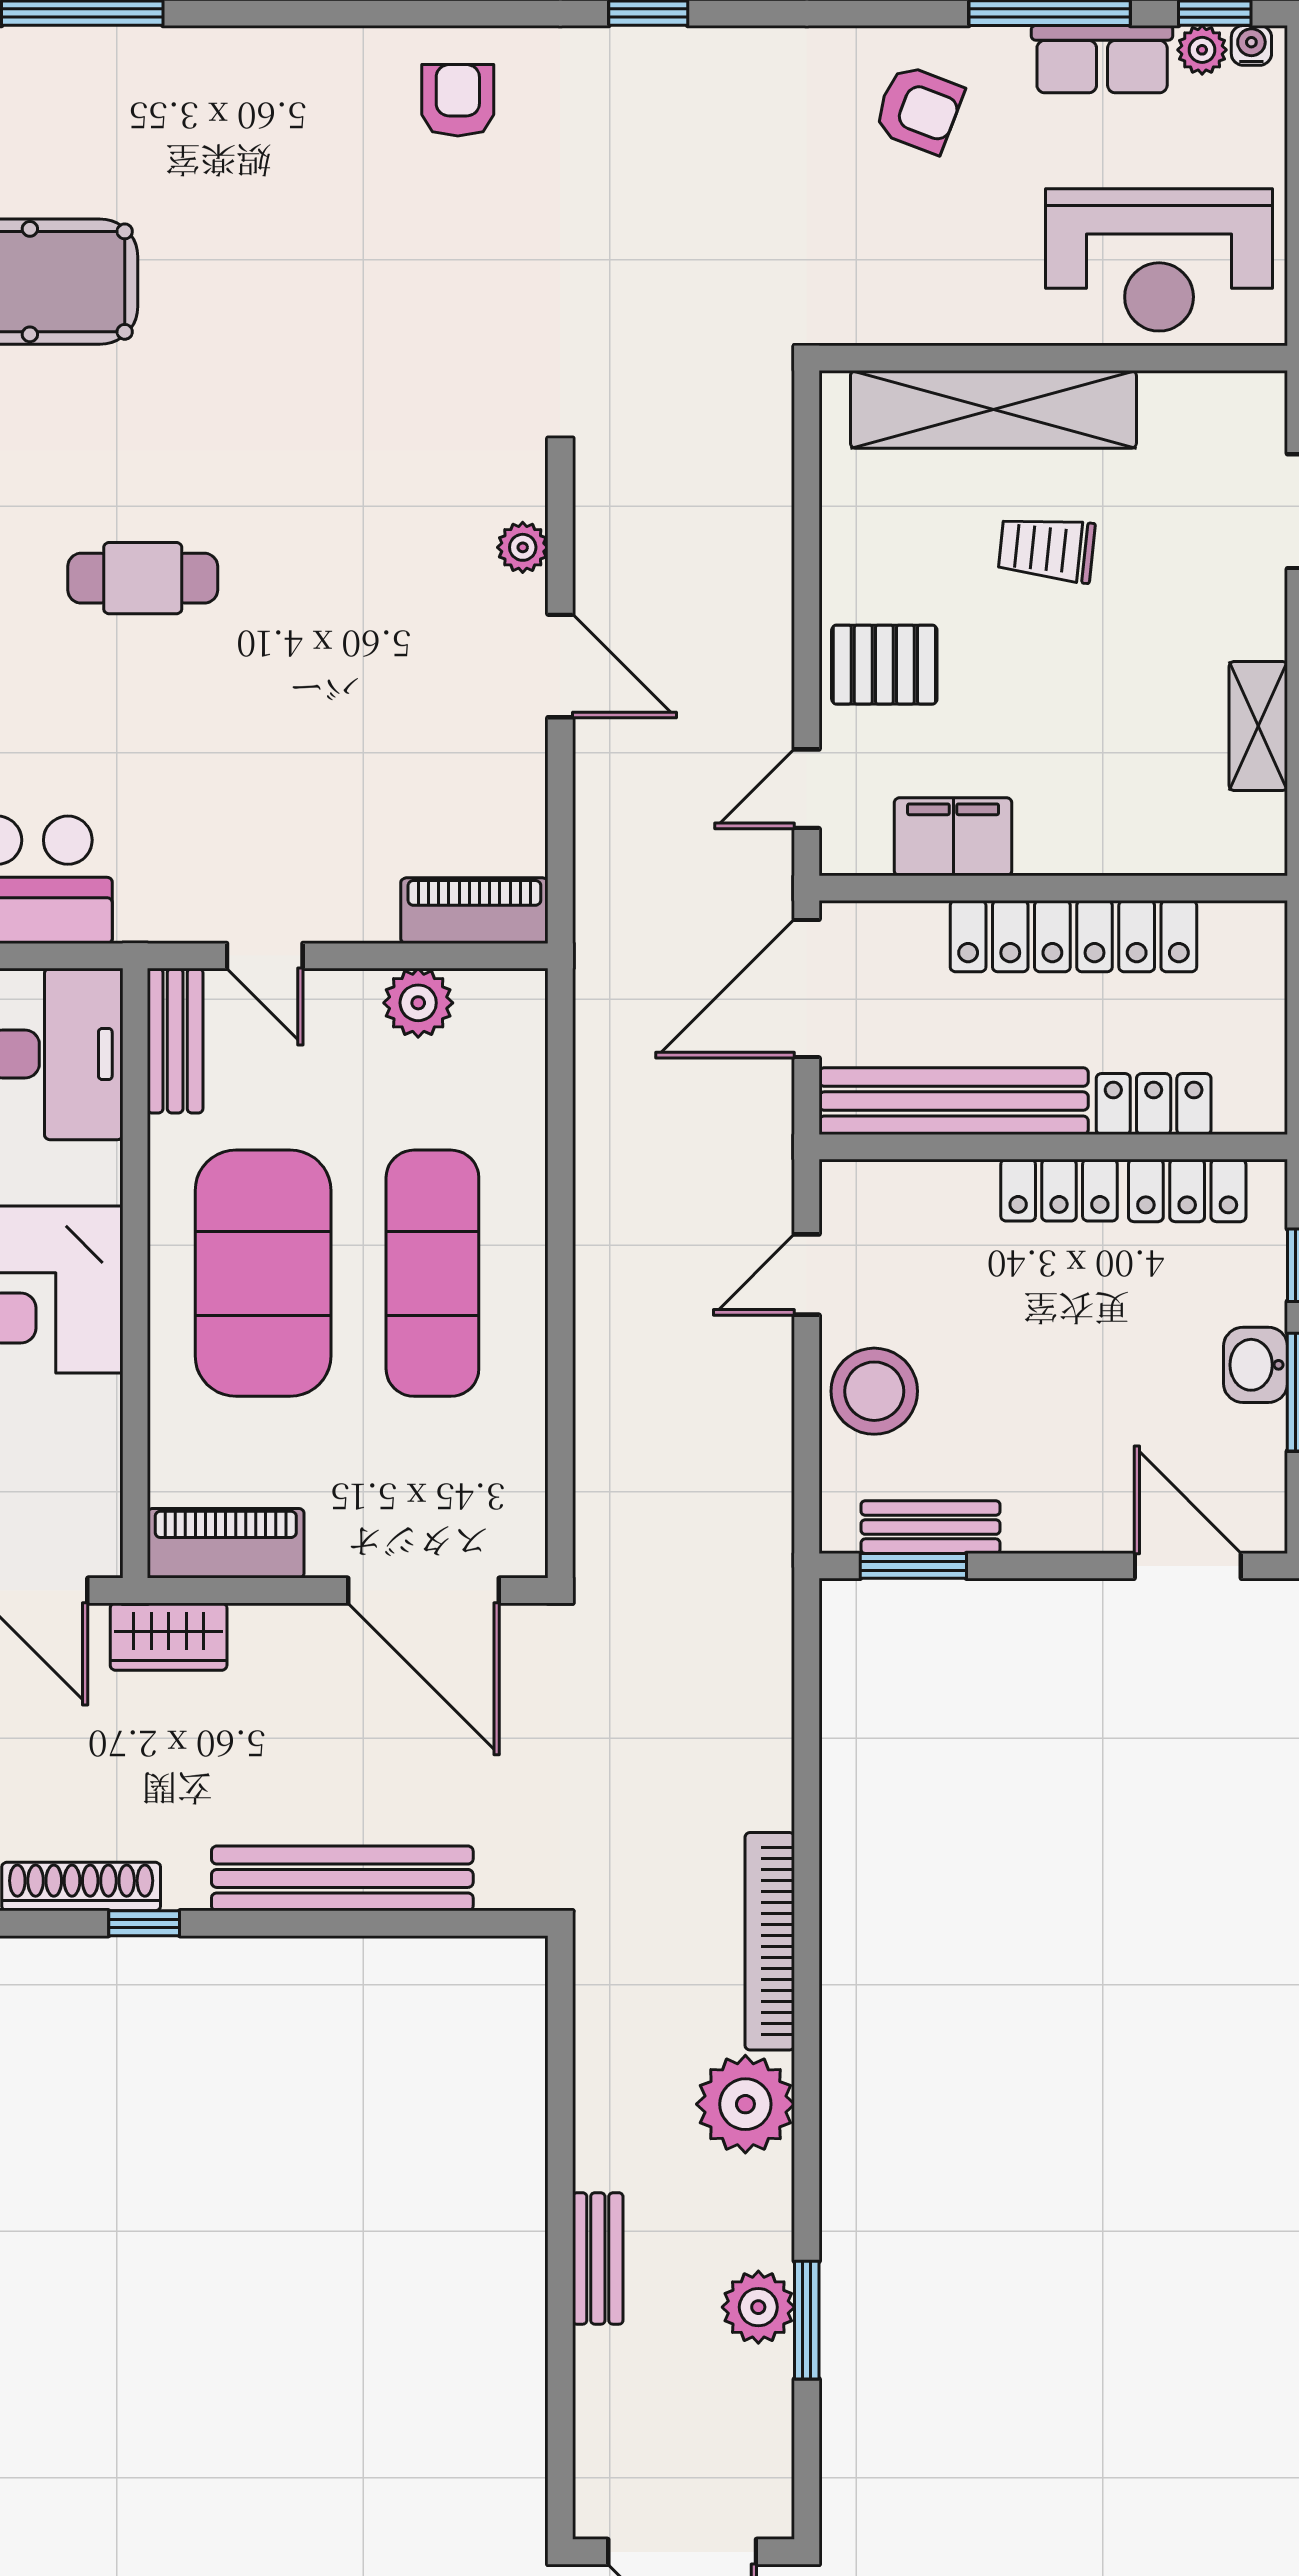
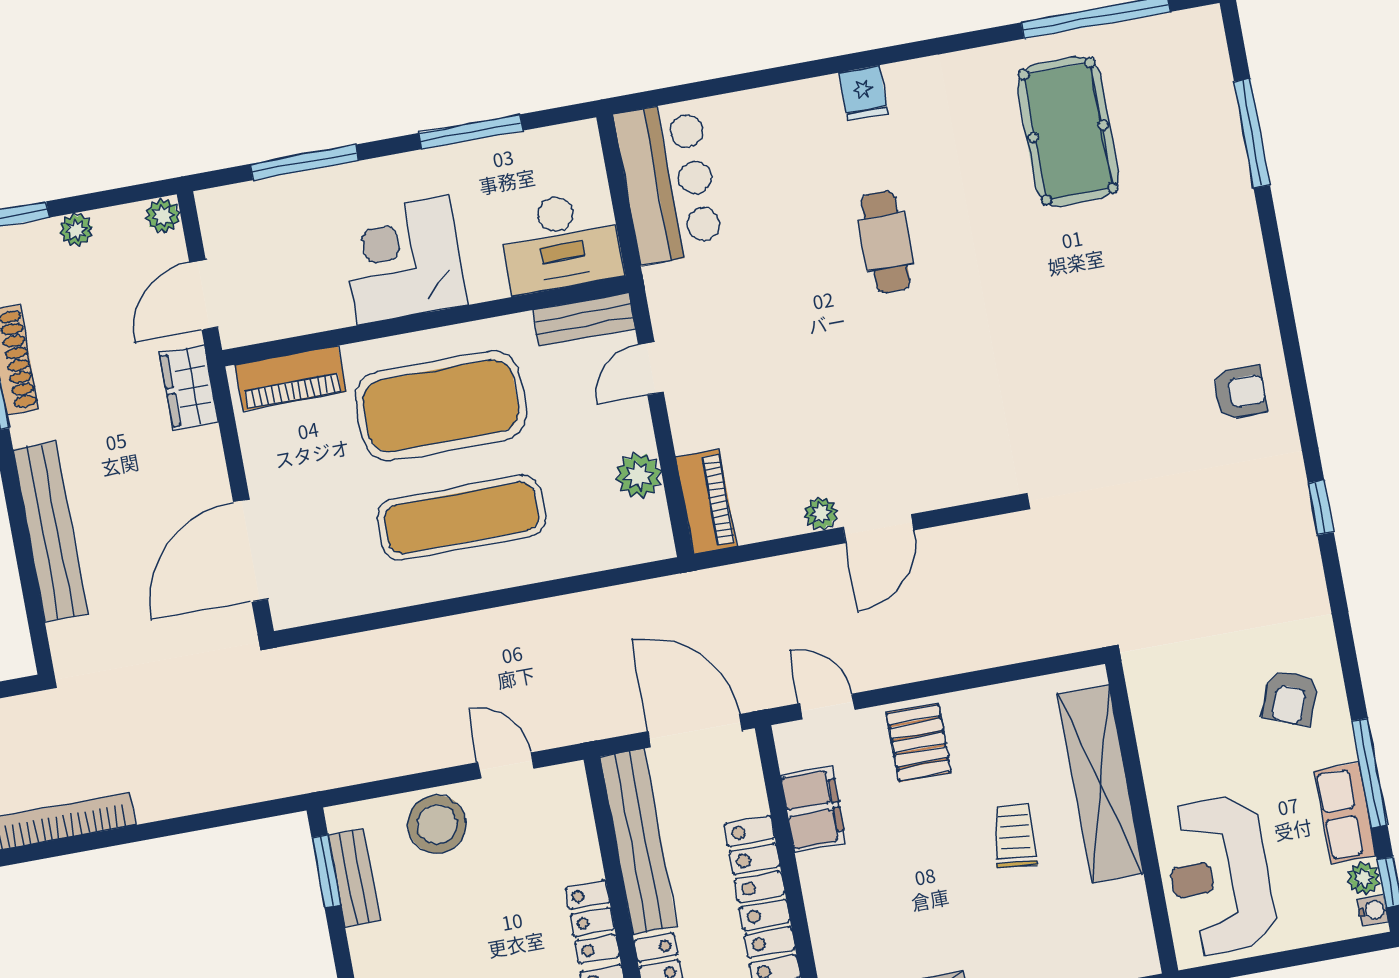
plant: (523, 547) -> (821, 514), moved
piano: (226, 1543) -> (290, 378), moved, turned 90

